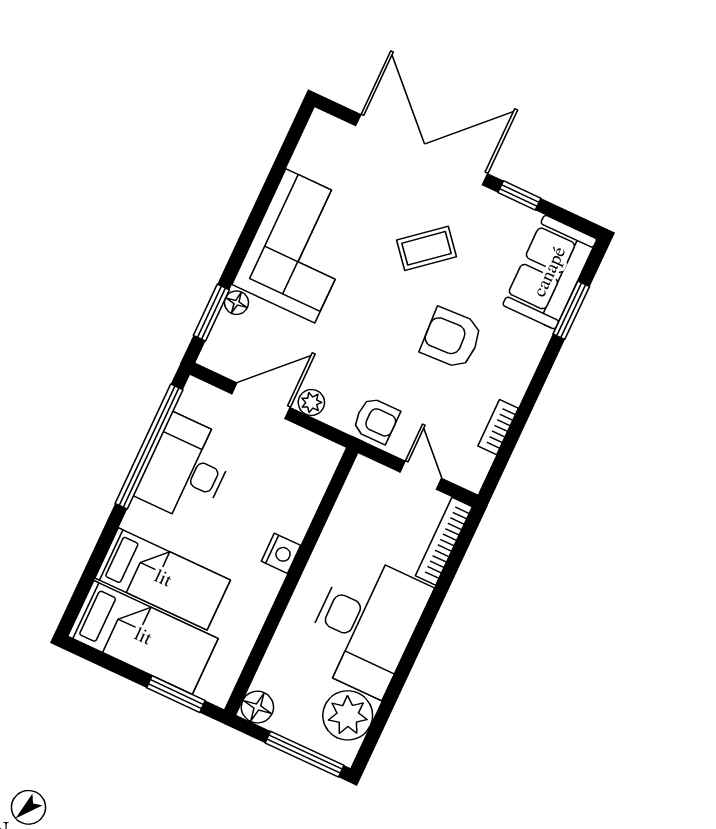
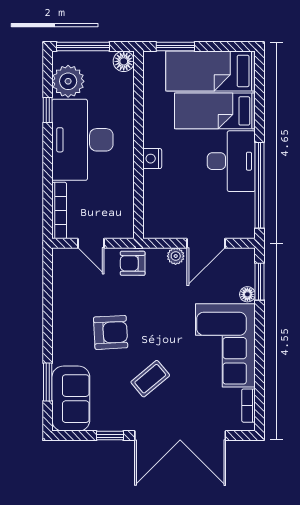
bookcase: (498, 427) -> (248, 406), moved, turned 180
desk: (186, 469) -> (231, 161), moved
window: (395, 689) -> (48, 110), added

